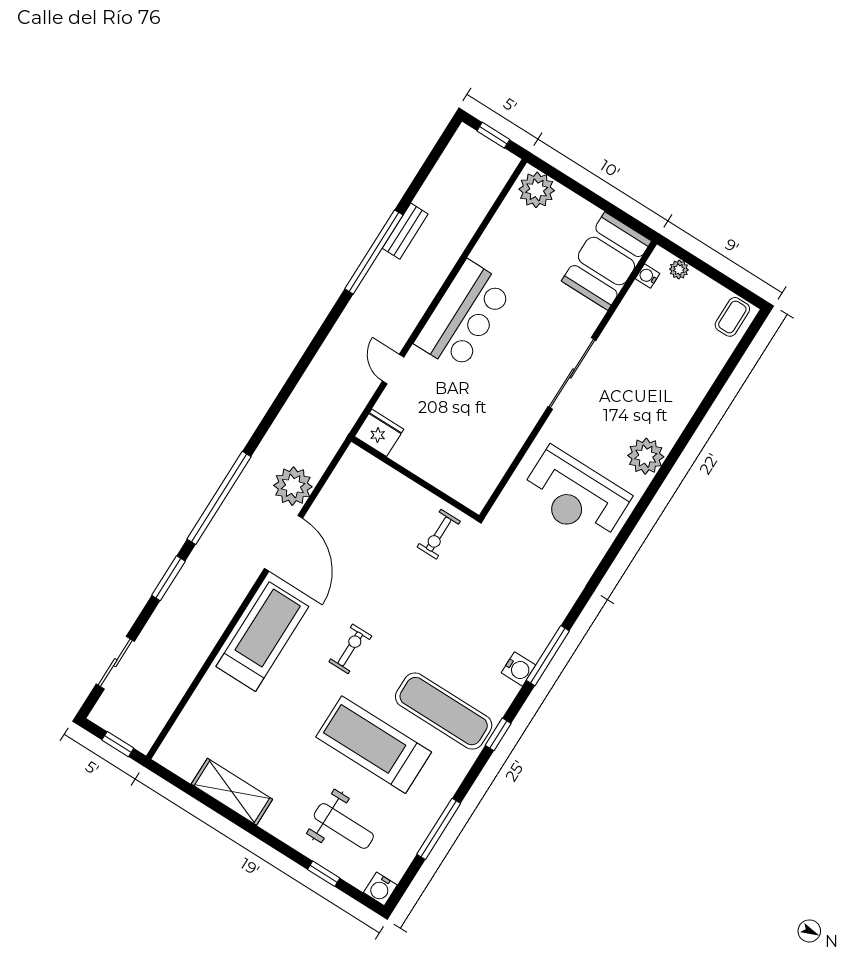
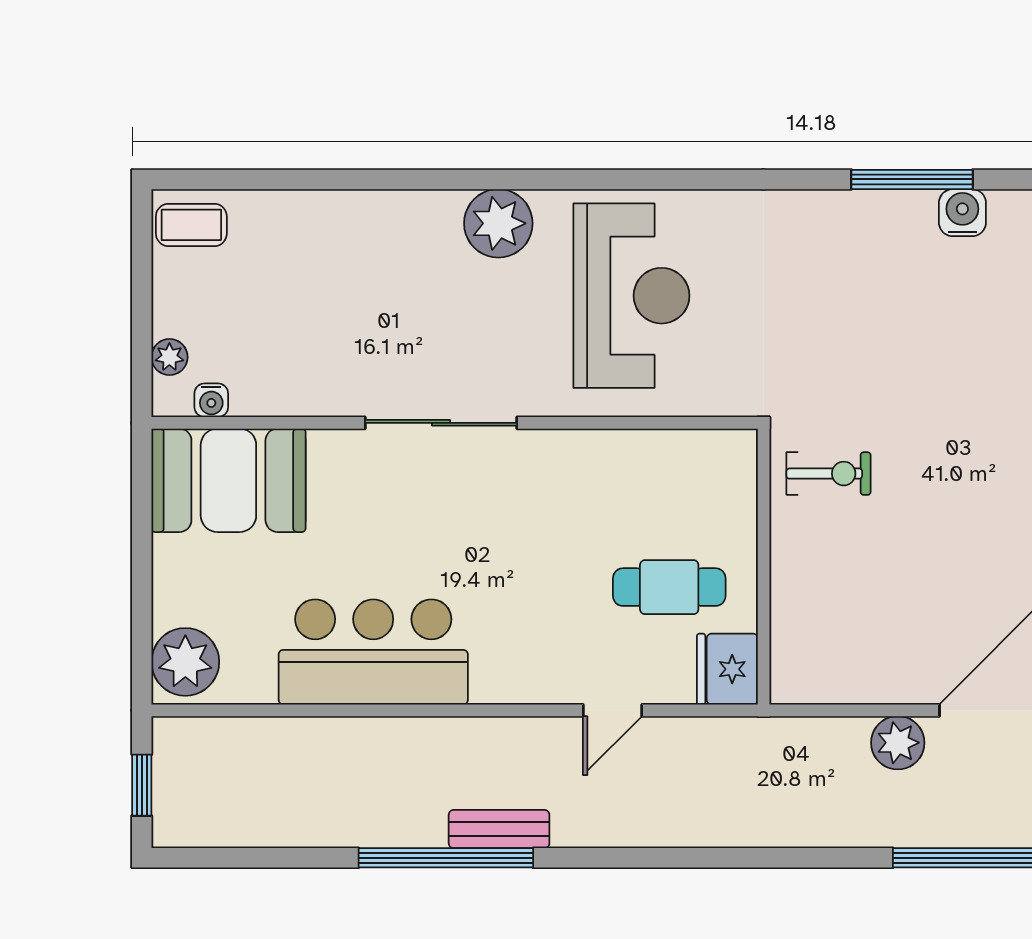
bench: (405, 231) -> (499, 829), moved
bar counter: (464, 316) -> (373, 652), moved
cafe table: (433, 430) -> (669, 587), added
plant: (293, 486) -> (898, 743), width x0.73, depth x0.73

